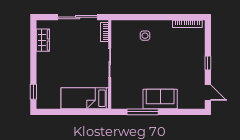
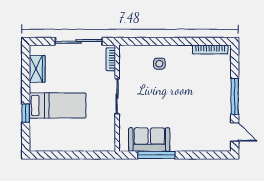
window: (208, 63) -> (235, 96), width x2.17
window: (33, 92) -> (26, 113), moved
bed: (85, 98) -> (58, 105), moved, turned 180
sofa: (160, 99) -> (149, 140), moved

